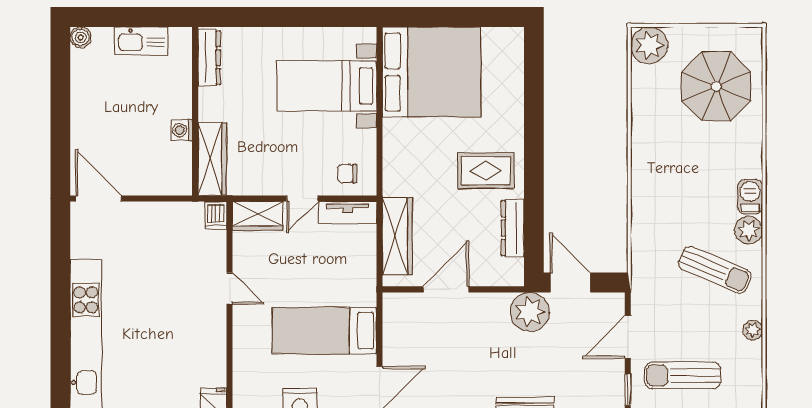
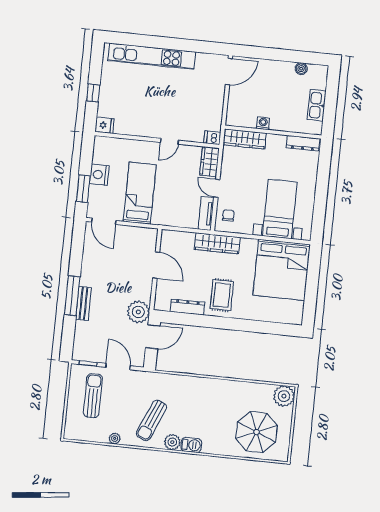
boiler: (81, 37) -> (301, 69), moved
wardrobe: (397, 236) -> (217, 243), moved

